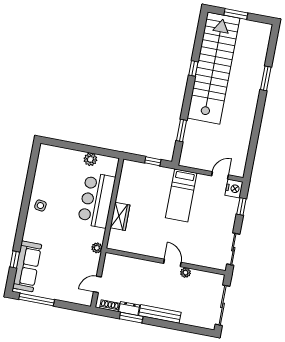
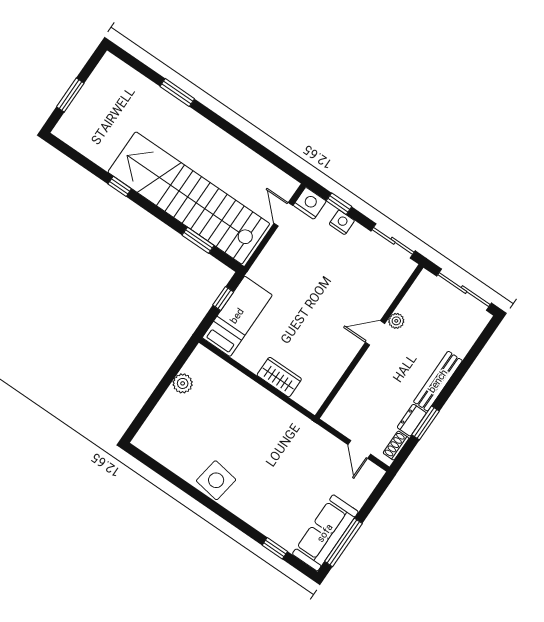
stairs: (214, 68) -> (189, 198), moved
bed: (181, 195) -> (237, 316), moved, turned -90
bar counter: (97, 200) -> (243, 400), removed
side table: (40, 206) -> (216, 480), width x1.87, depth x1.87
nightstand: (231, 213) -> (342, 222), added
plant: (97, 248) -> (309, 428), removed
sofa: (27, 266) -> (325, 533), moved, turned -90

